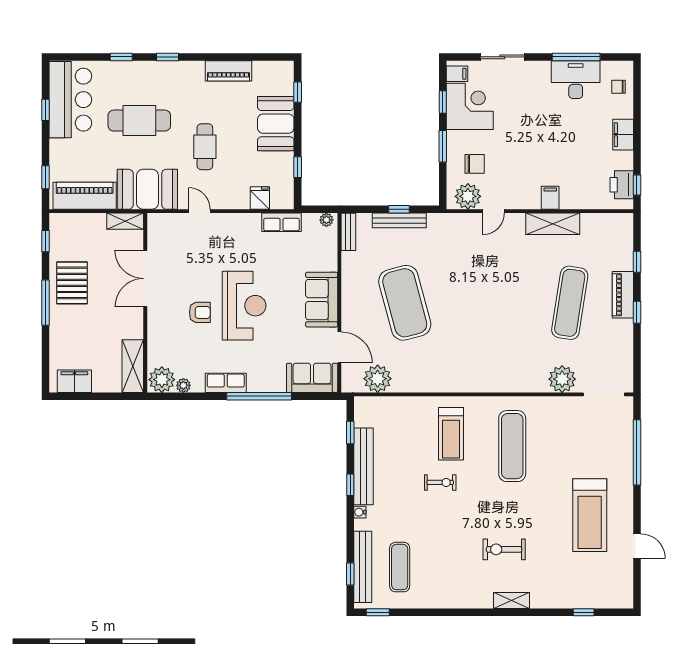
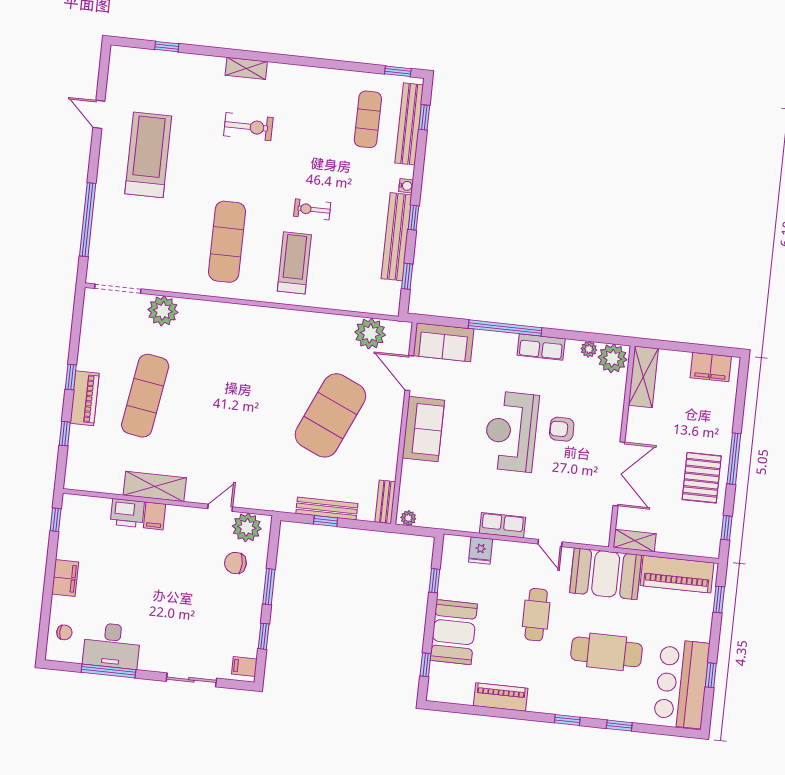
corner desk: (470, 106) -> (234, 628), removed
printer: (622, 185) -> (127, 513), moved, turned 90
row of seats: (282, 222) -> (502, 525), moved
exercise mat: (405, 303) -> (330, 415), turned 39

